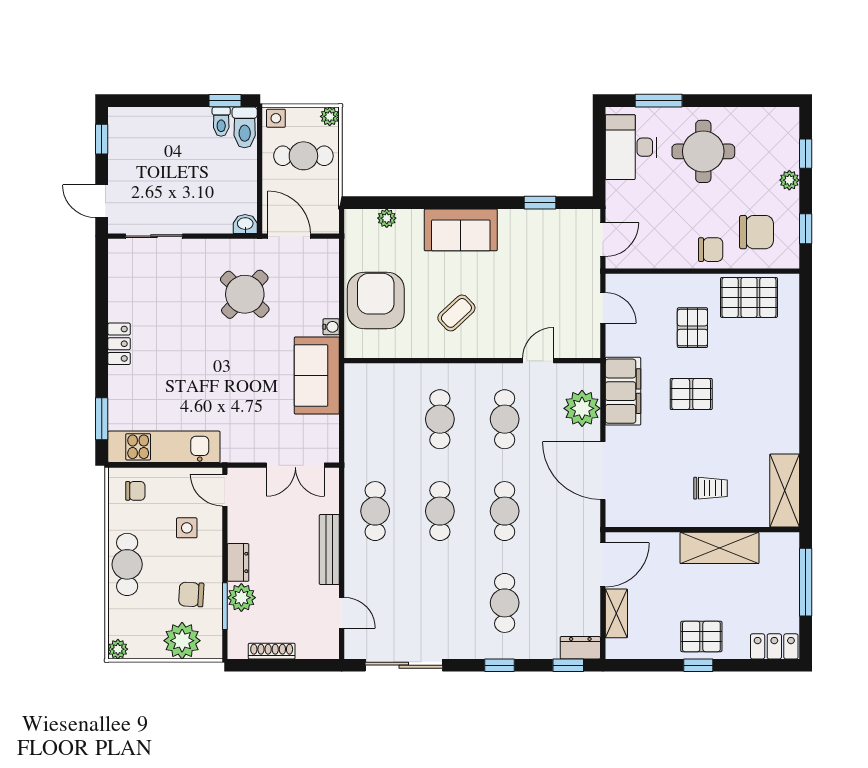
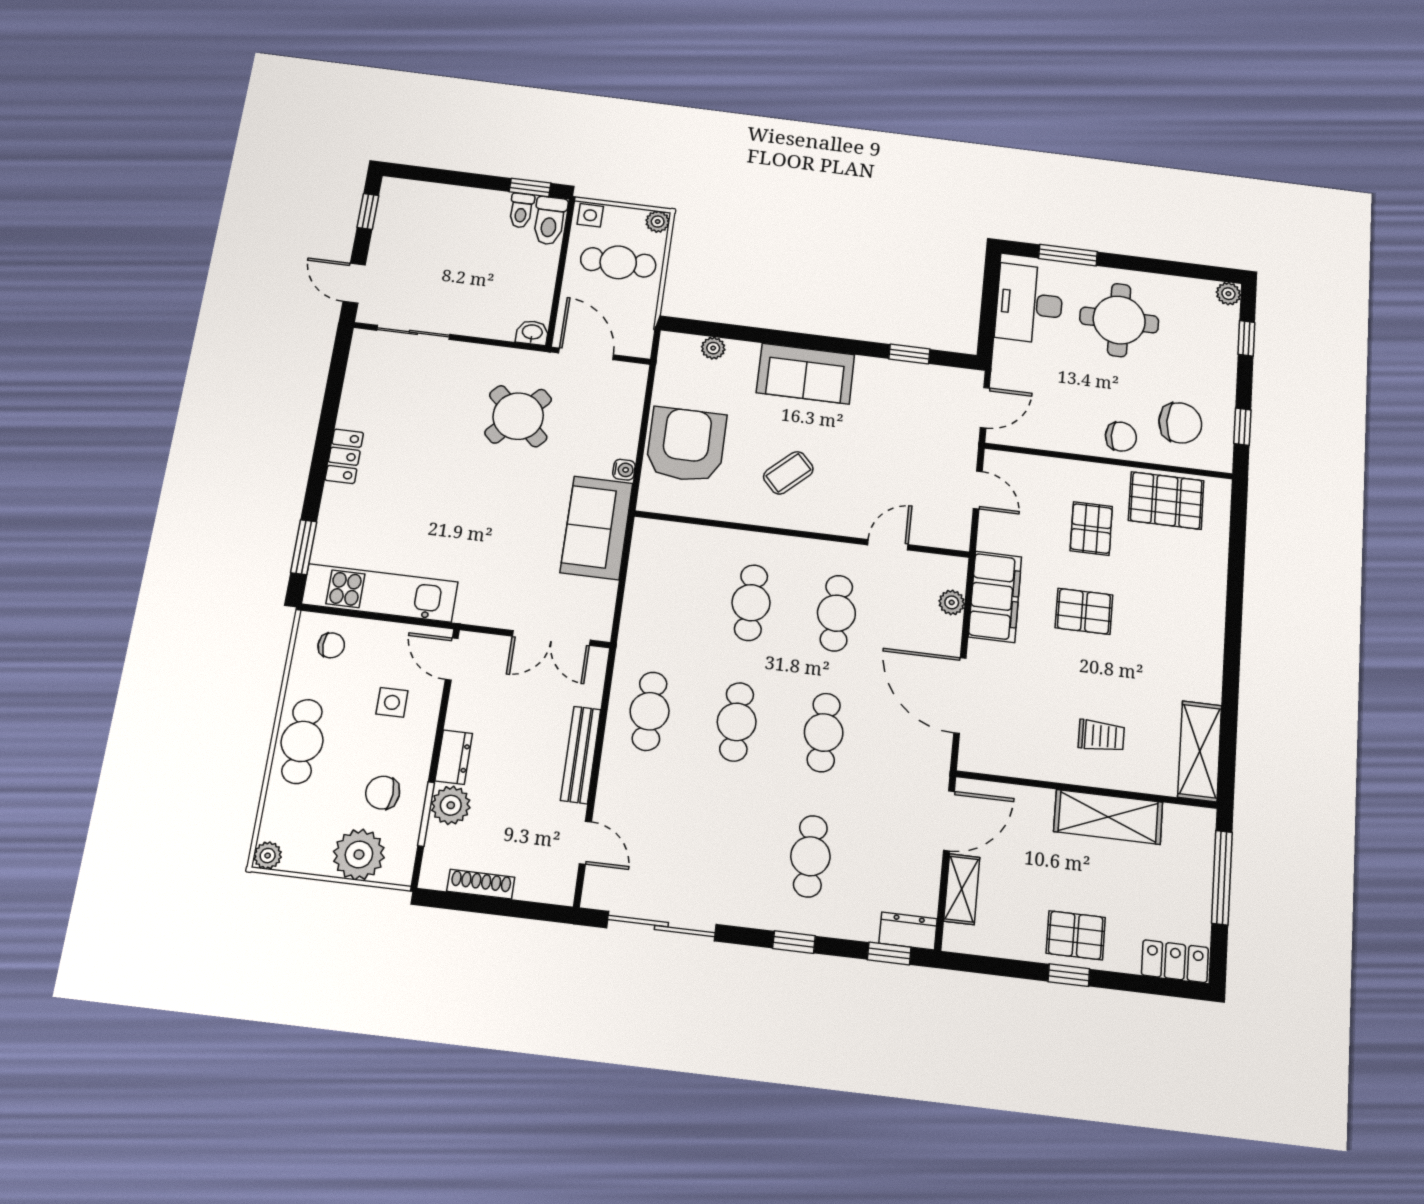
plant: (789, 180) -> (1228, 294), moved
plant: (582, 408) -> (952, 602), width x0.53, depth x0.53

